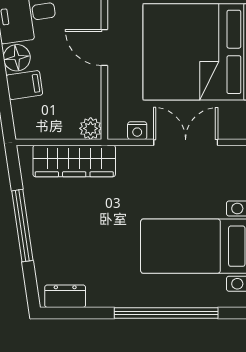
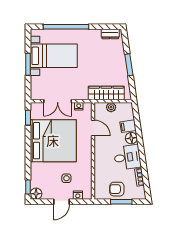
door: (104, 47) -> (93, 128), moved
plant: (91, 128) -> (111, 107), moved
window: (22, 226) -> (129, 65), width x0.69

